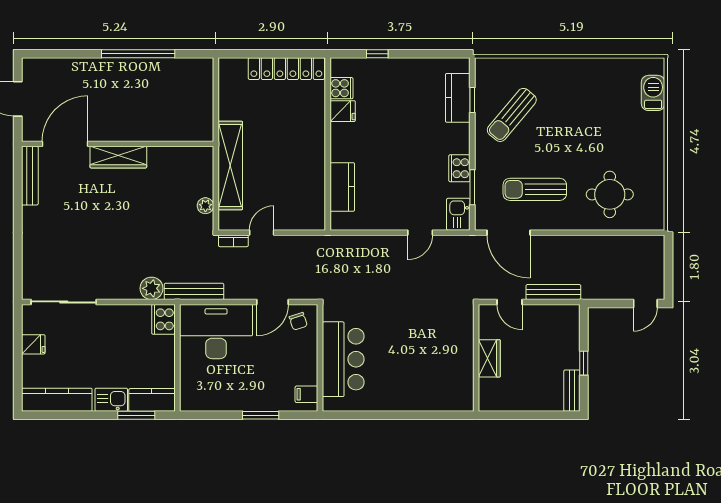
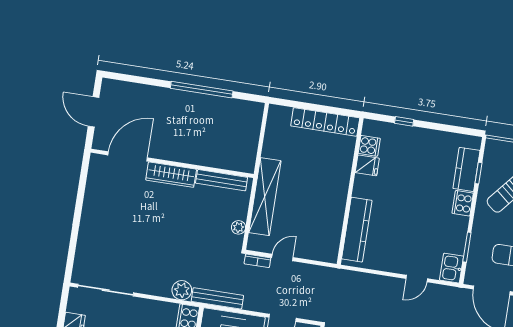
cooker: (459, 168) -> (463, 203), moved
bench: (30, 176) -> (222, 180), moved, turned 90
kitchen counter: (342, 187) -> (357, 230), width x1.50

